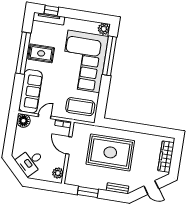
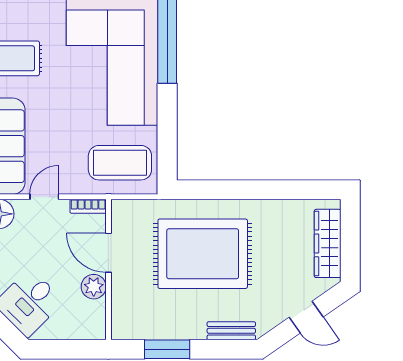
plant: (58, 173) -> (94, 287), moved

